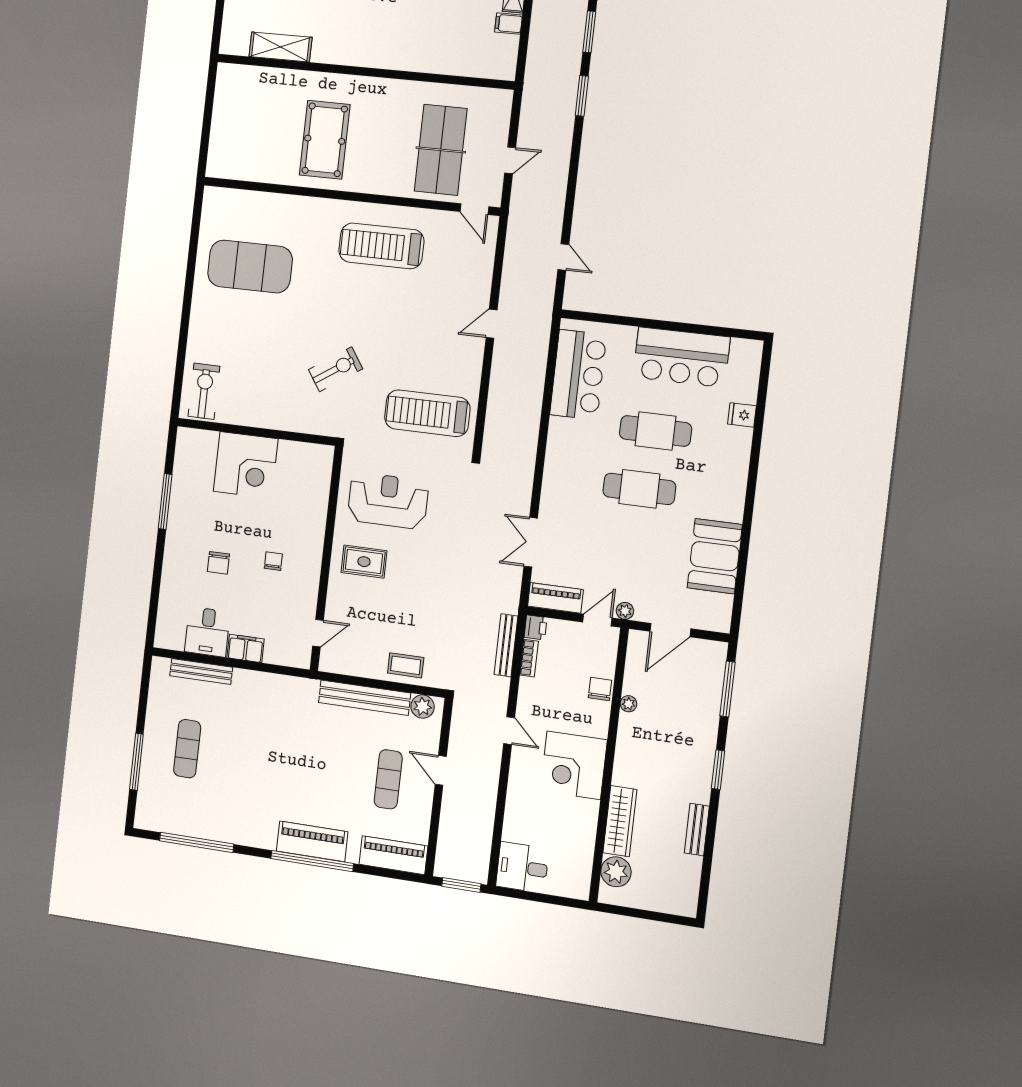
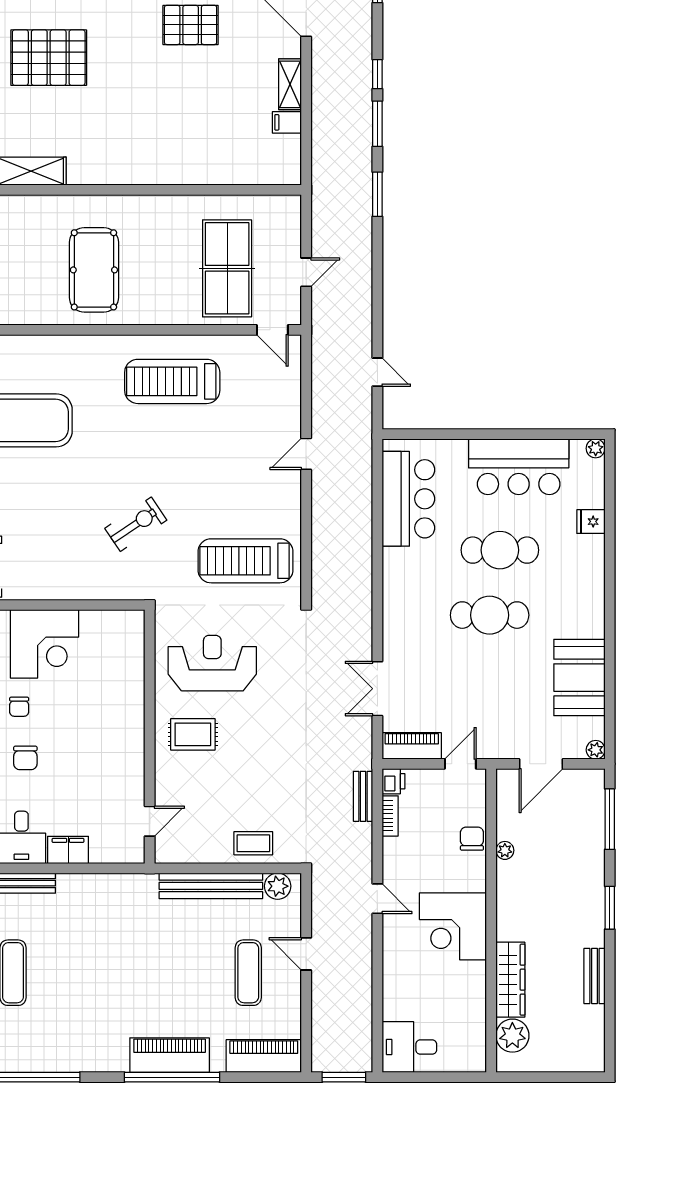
plant: (754, 348) -> (596, 448), added
chair: (273, 561) -> (19, 707), moved, turned 180
plant: (625, 611) -> (596, 750), moved
bench: (506, 645) -> (363, 796), width x0.73

